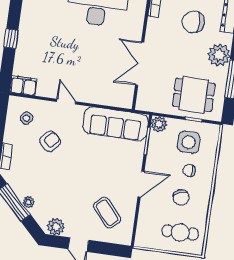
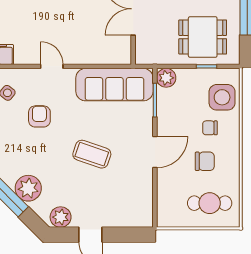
armchair: (50, 141) -> (39, 116), turned -43
side table: (189, 142) -> (222, 97), moved
chair: (181, 197) -> (205, 161), turned -69
plant: (29, 202) -> (28, 188), width x1.87, depth x1.87
coffee table: (107, 213) -> (92, 154), moved, turned -30

